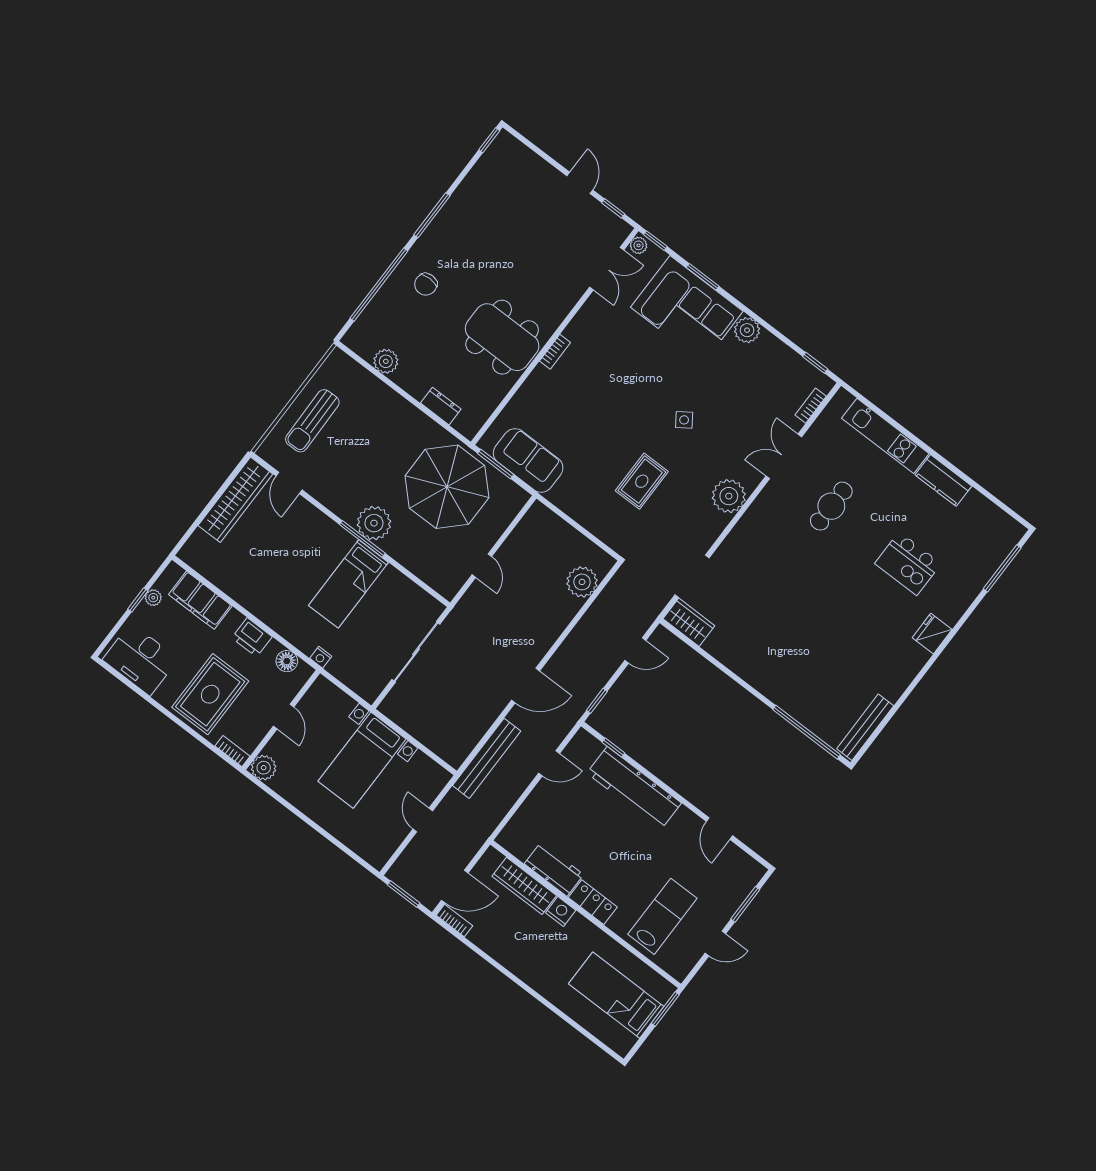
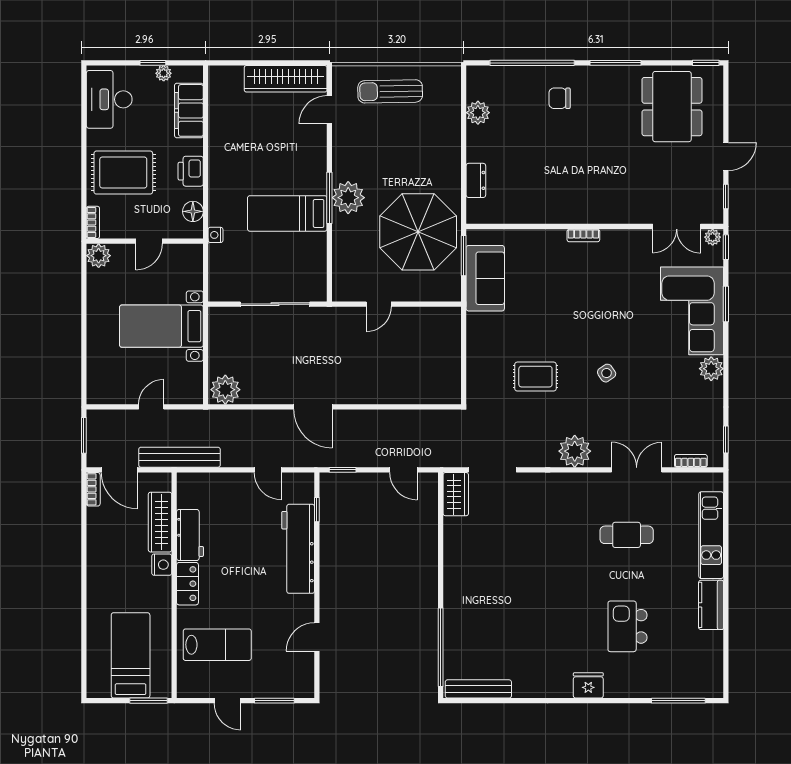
dining table: (502, 337) -> (672, 107), moved
plant: (582, 582) -> (225, 390), moved
bench: (487, 758) -> (179, 457), moved

